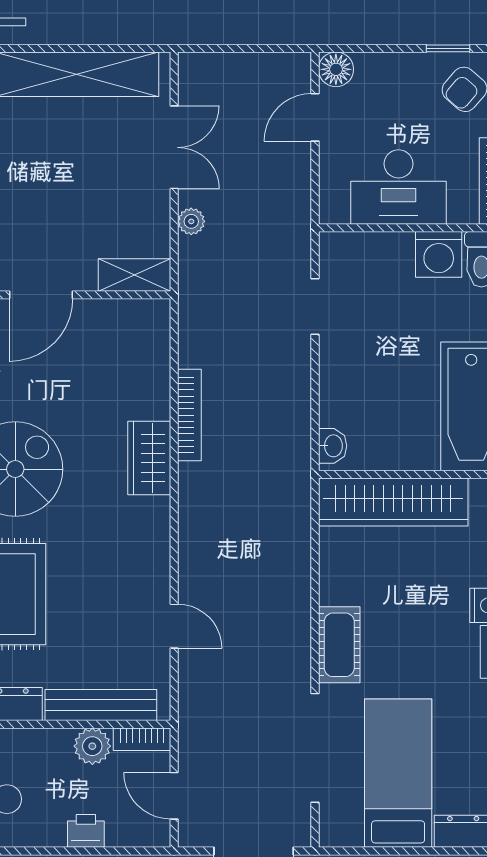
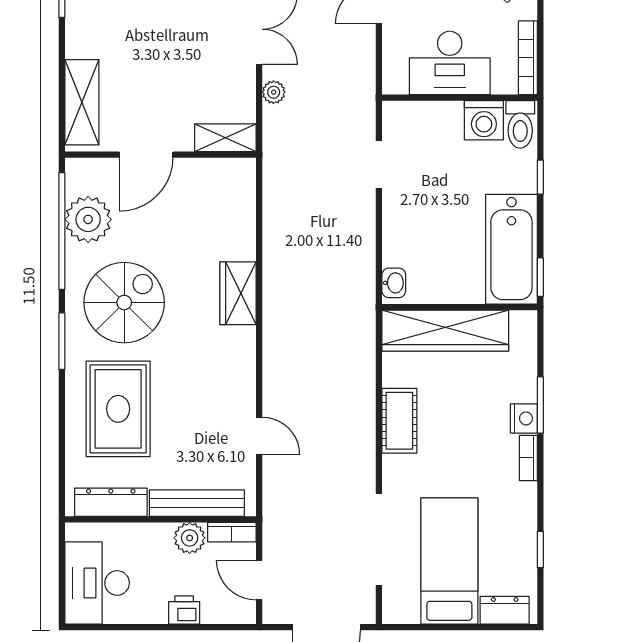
bookcase: (189, 415) -> (272, 257), removed
cot: (339, 645) -> (399, 421), moved

